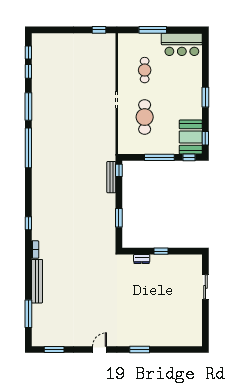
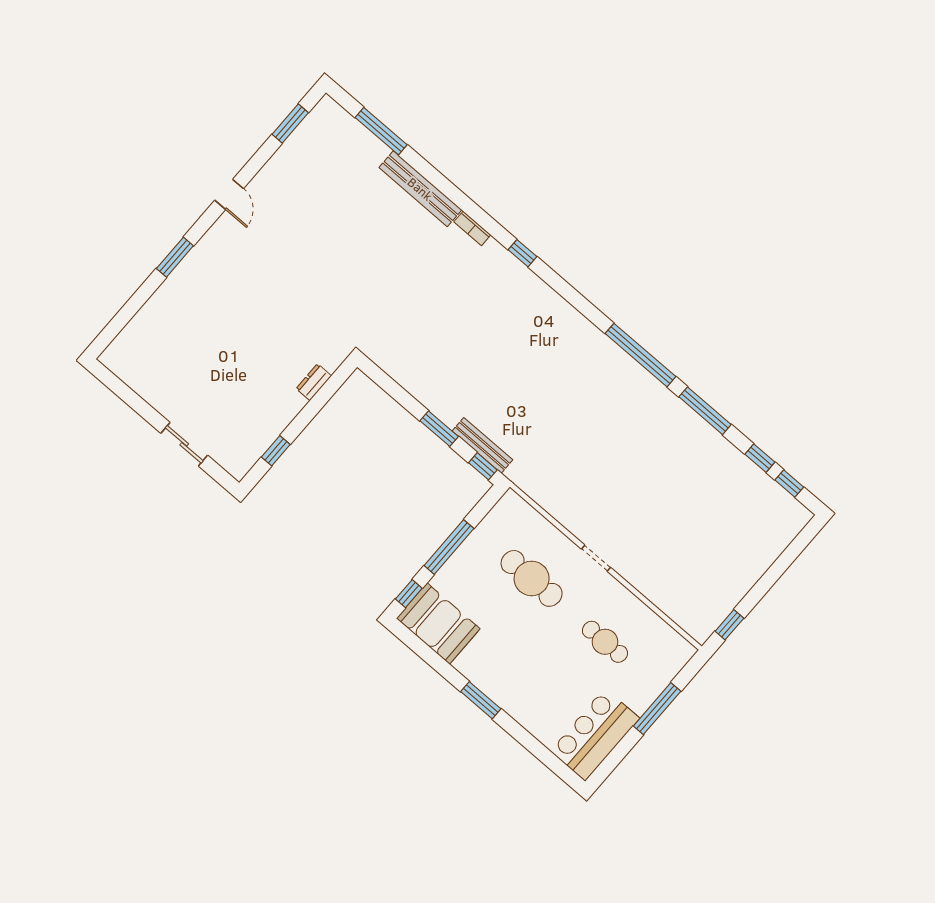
window: (205, 138) -> (417, 645), removed
window: (119, 218) -> (439, 429), moved
window: (161, 251) -> (276, 451), moved

